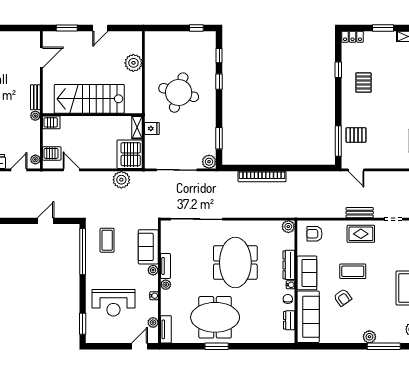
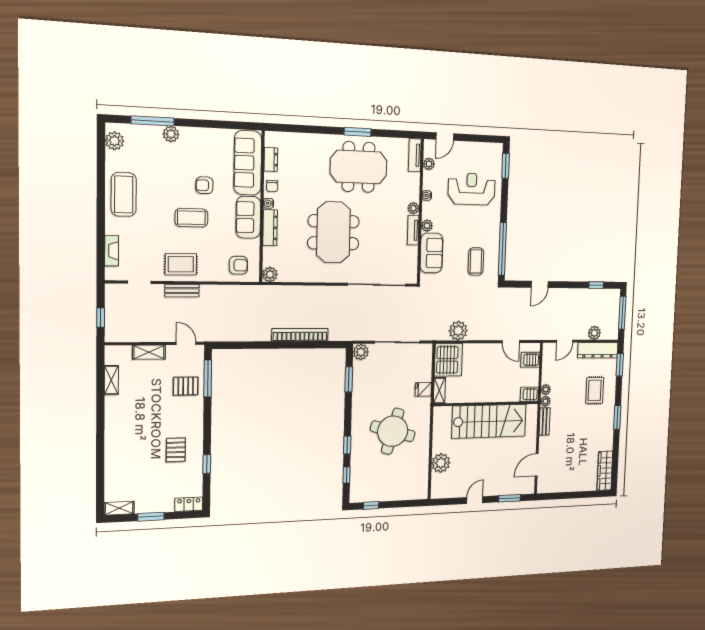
plant: (35, 159) -> (546, 390), moved
shelving: (385, 163) -> (149, 352), added
armchair: (343, 297) -> (204, 185), turned -55

